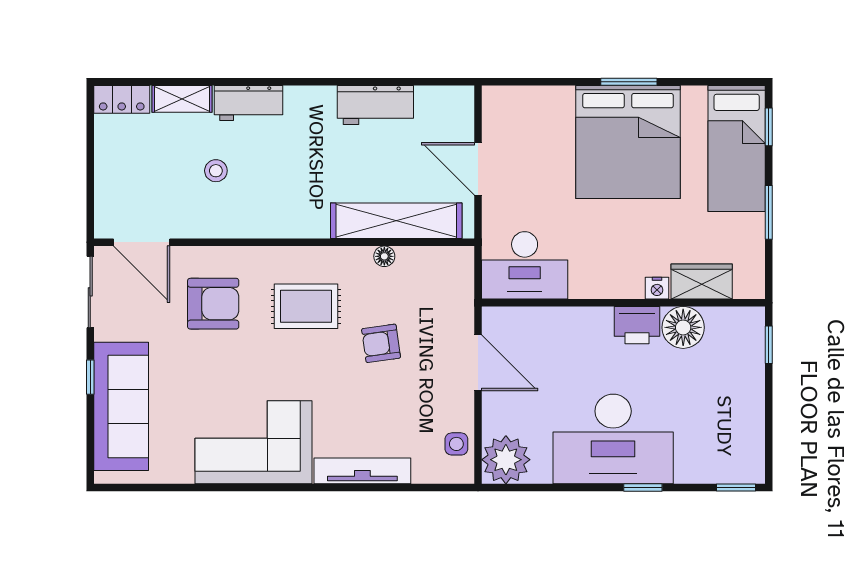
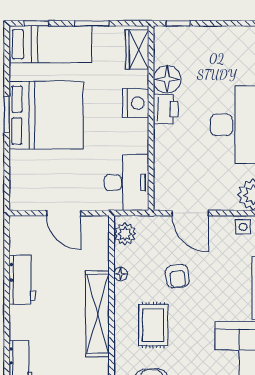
door: (478, 169) -> (64, 213), hinge flipped
shelving: (396, 221) -> (97, 314), moved
plant: (446, 263) -> (125, 234), added
wardrobe: (702, 281) -> (137, 50), moved
nightstand: (657, 288) -> (136, 103), width x1.89, depth x1.79
door: (478, 363) -> (190, 213), swing flipped

